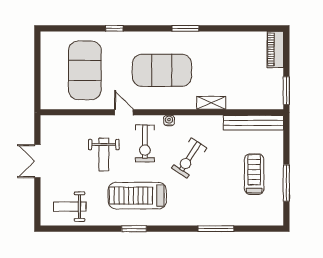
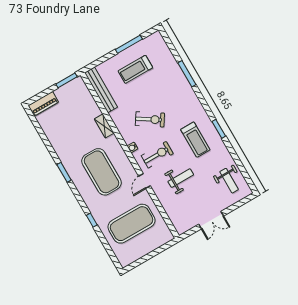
treadmill: (137, 196) -> (195, 140), width x0.73, depth x0.73

